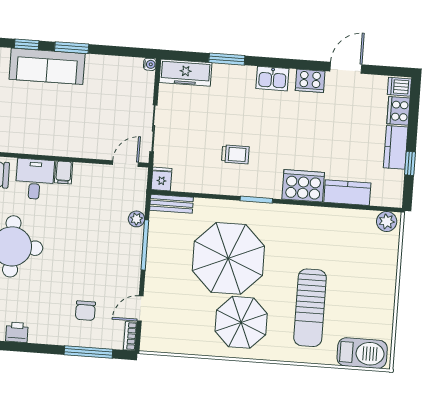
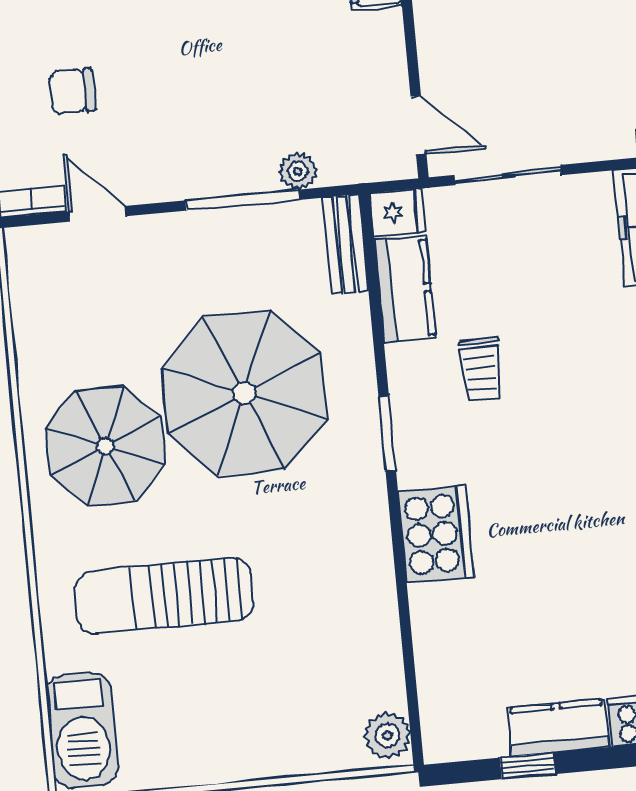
kitchen counter: (347, 193) -> (405, 289), moved

